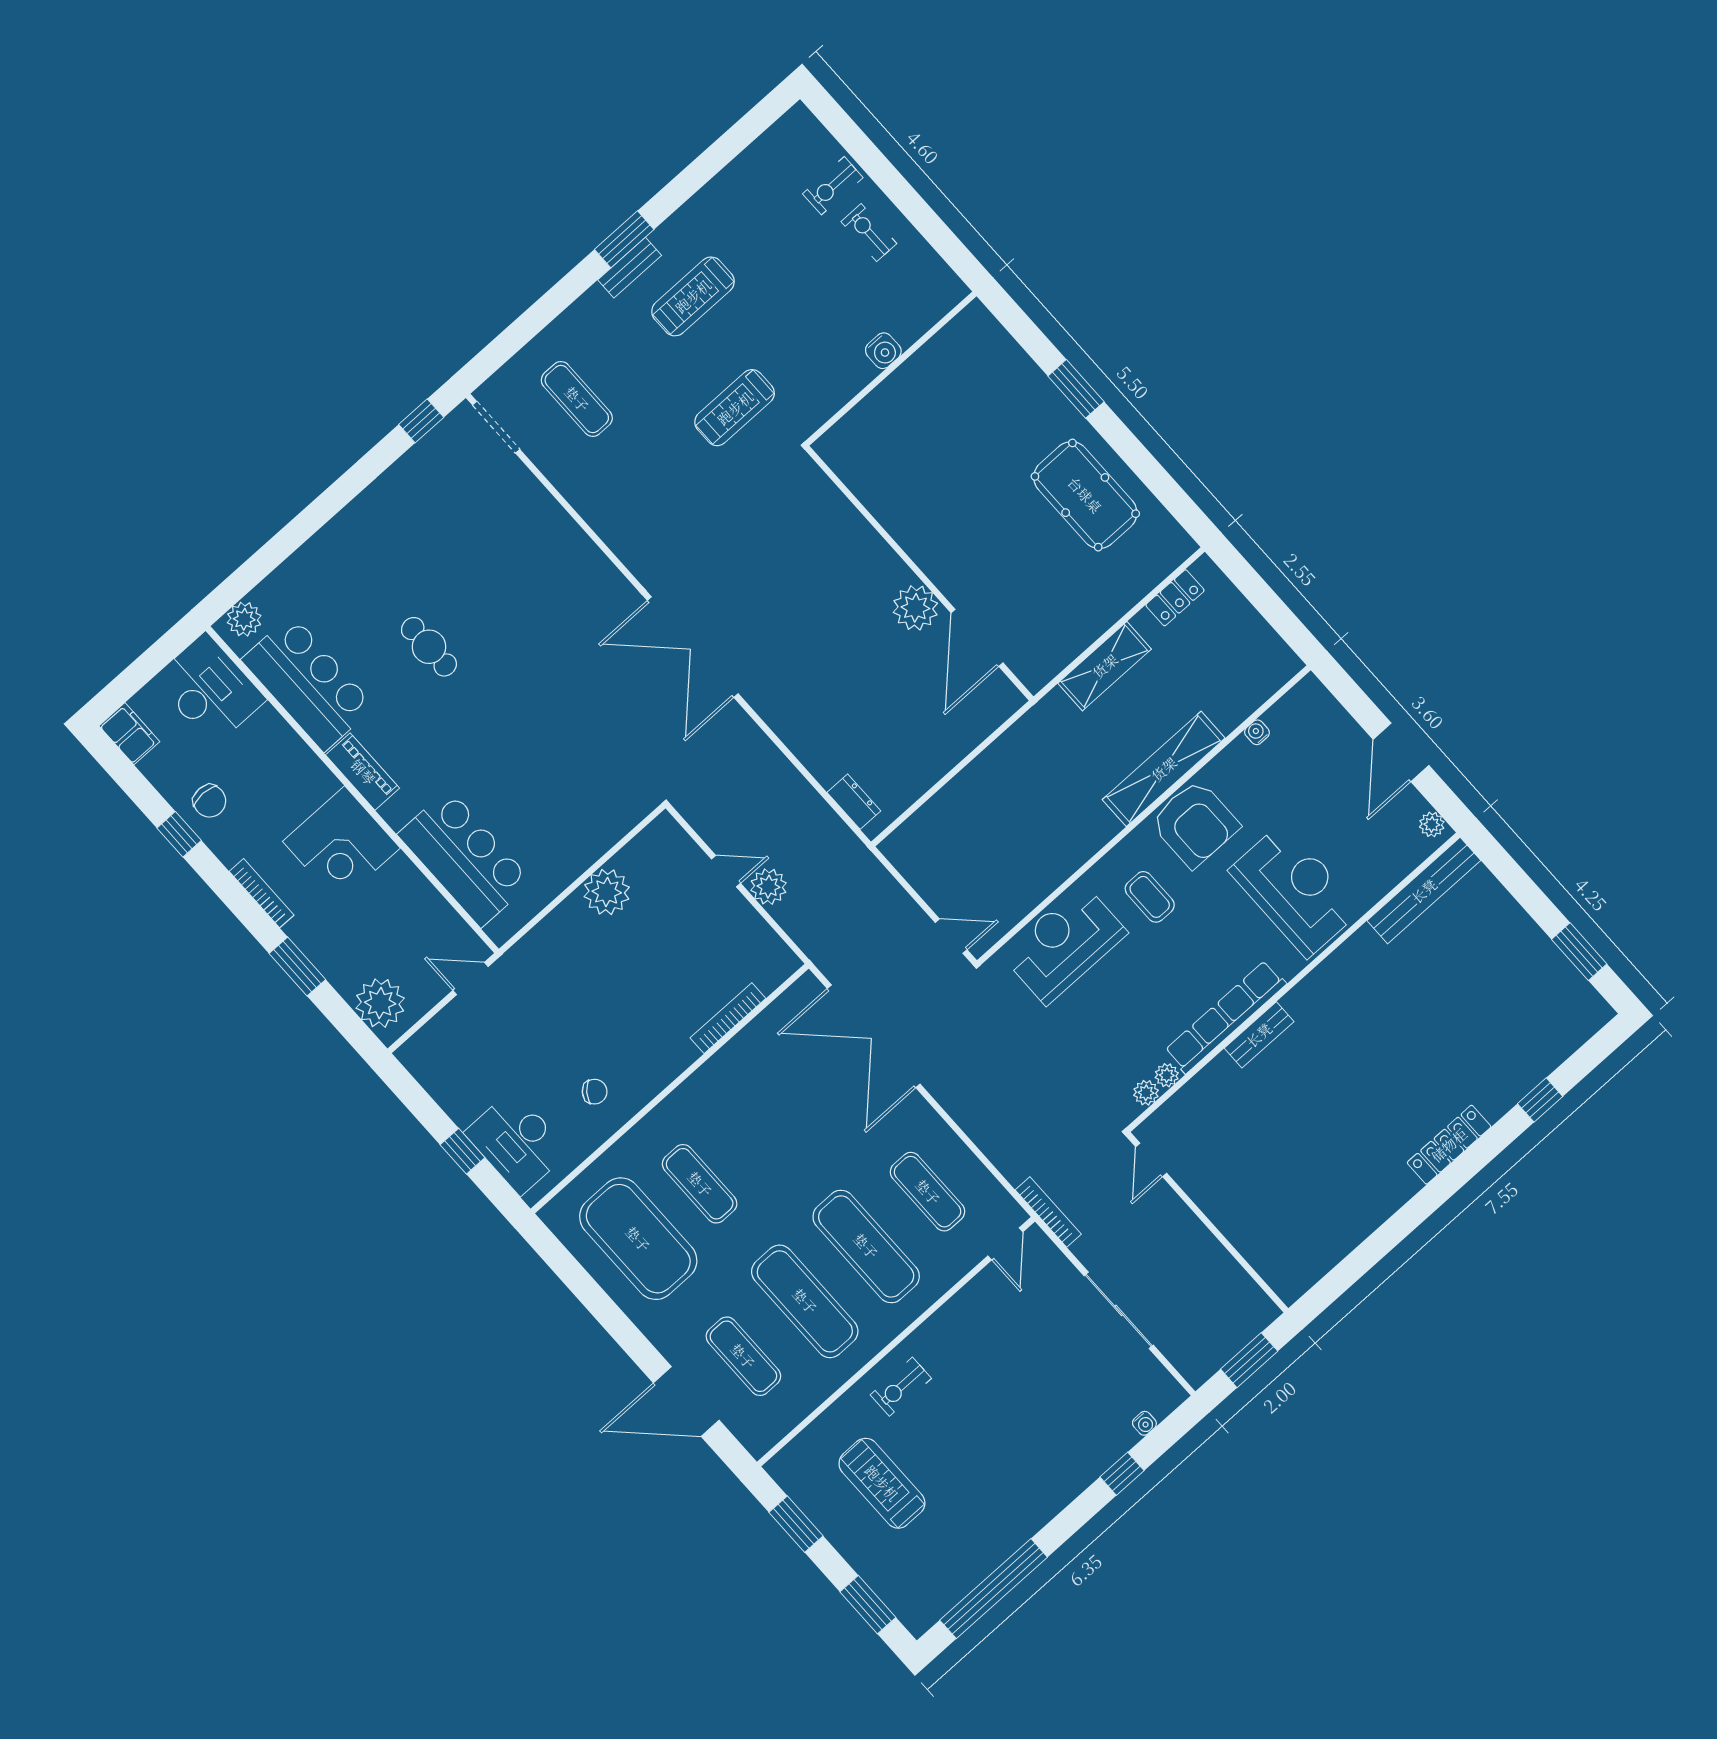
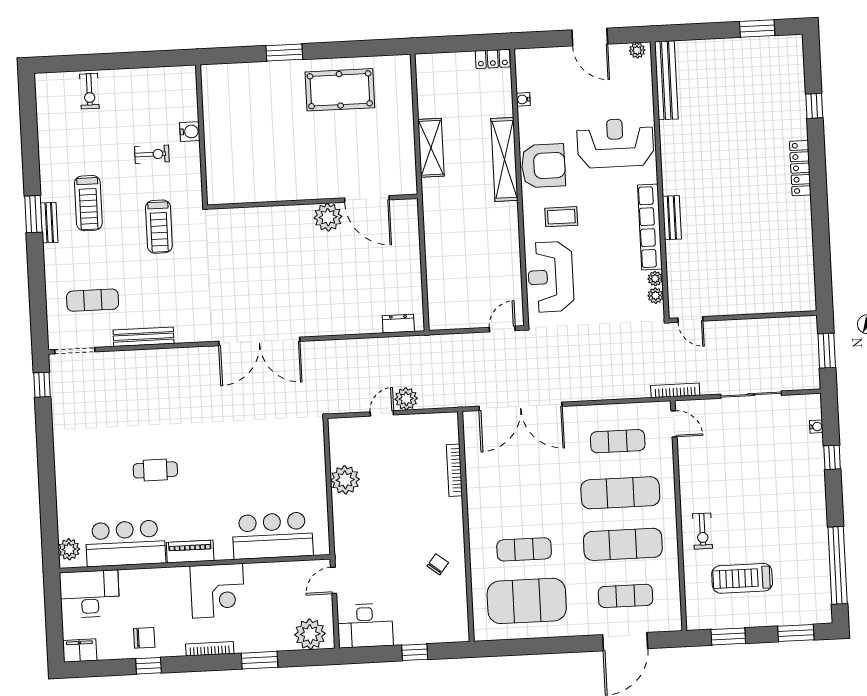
exercise bike: (869, 233) -> (152, 154), moved, turned 180
bench: (582, 499) -> (143, 337), added
locker: (1175, 598) -> (493, 59), moved, turned 90
desk: (517, 1142) -> (365, 626), moved

